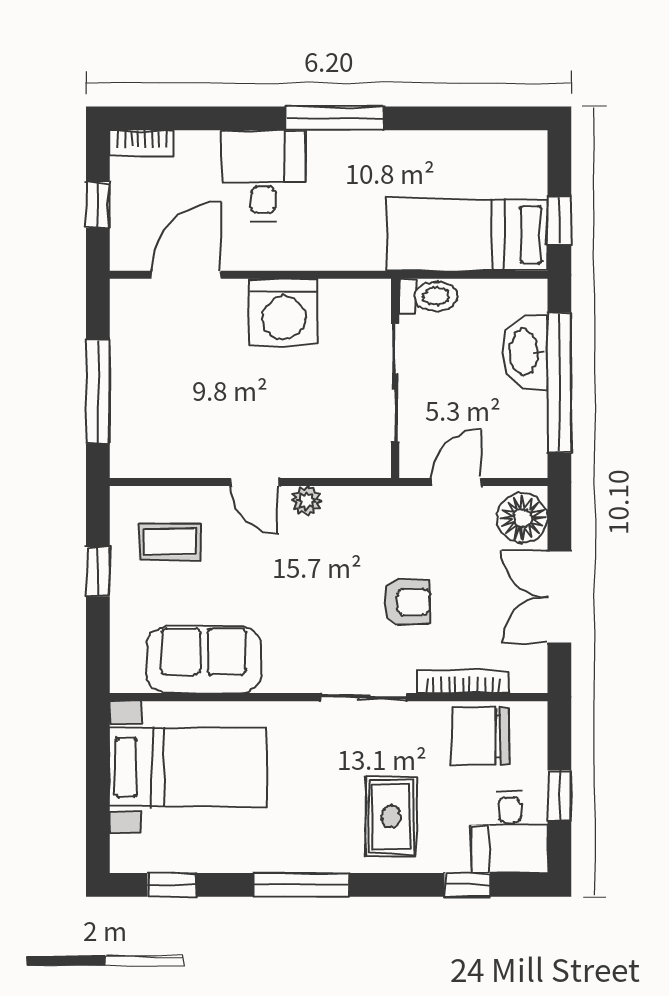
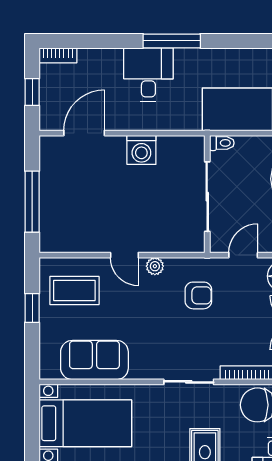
desk: (263, 175) -> (148, 75), moved
toilet: (428, 296) -> (222, 143), width x0.73, depth x0.72
washing machine: (283, 312) -> (141, 150), width x0.73, depth x0.73
coffee table: (170, 542) -> (74, 290), width x1.36, depth x1.30
armchair: (407, 602) -> (198, 295), moved

